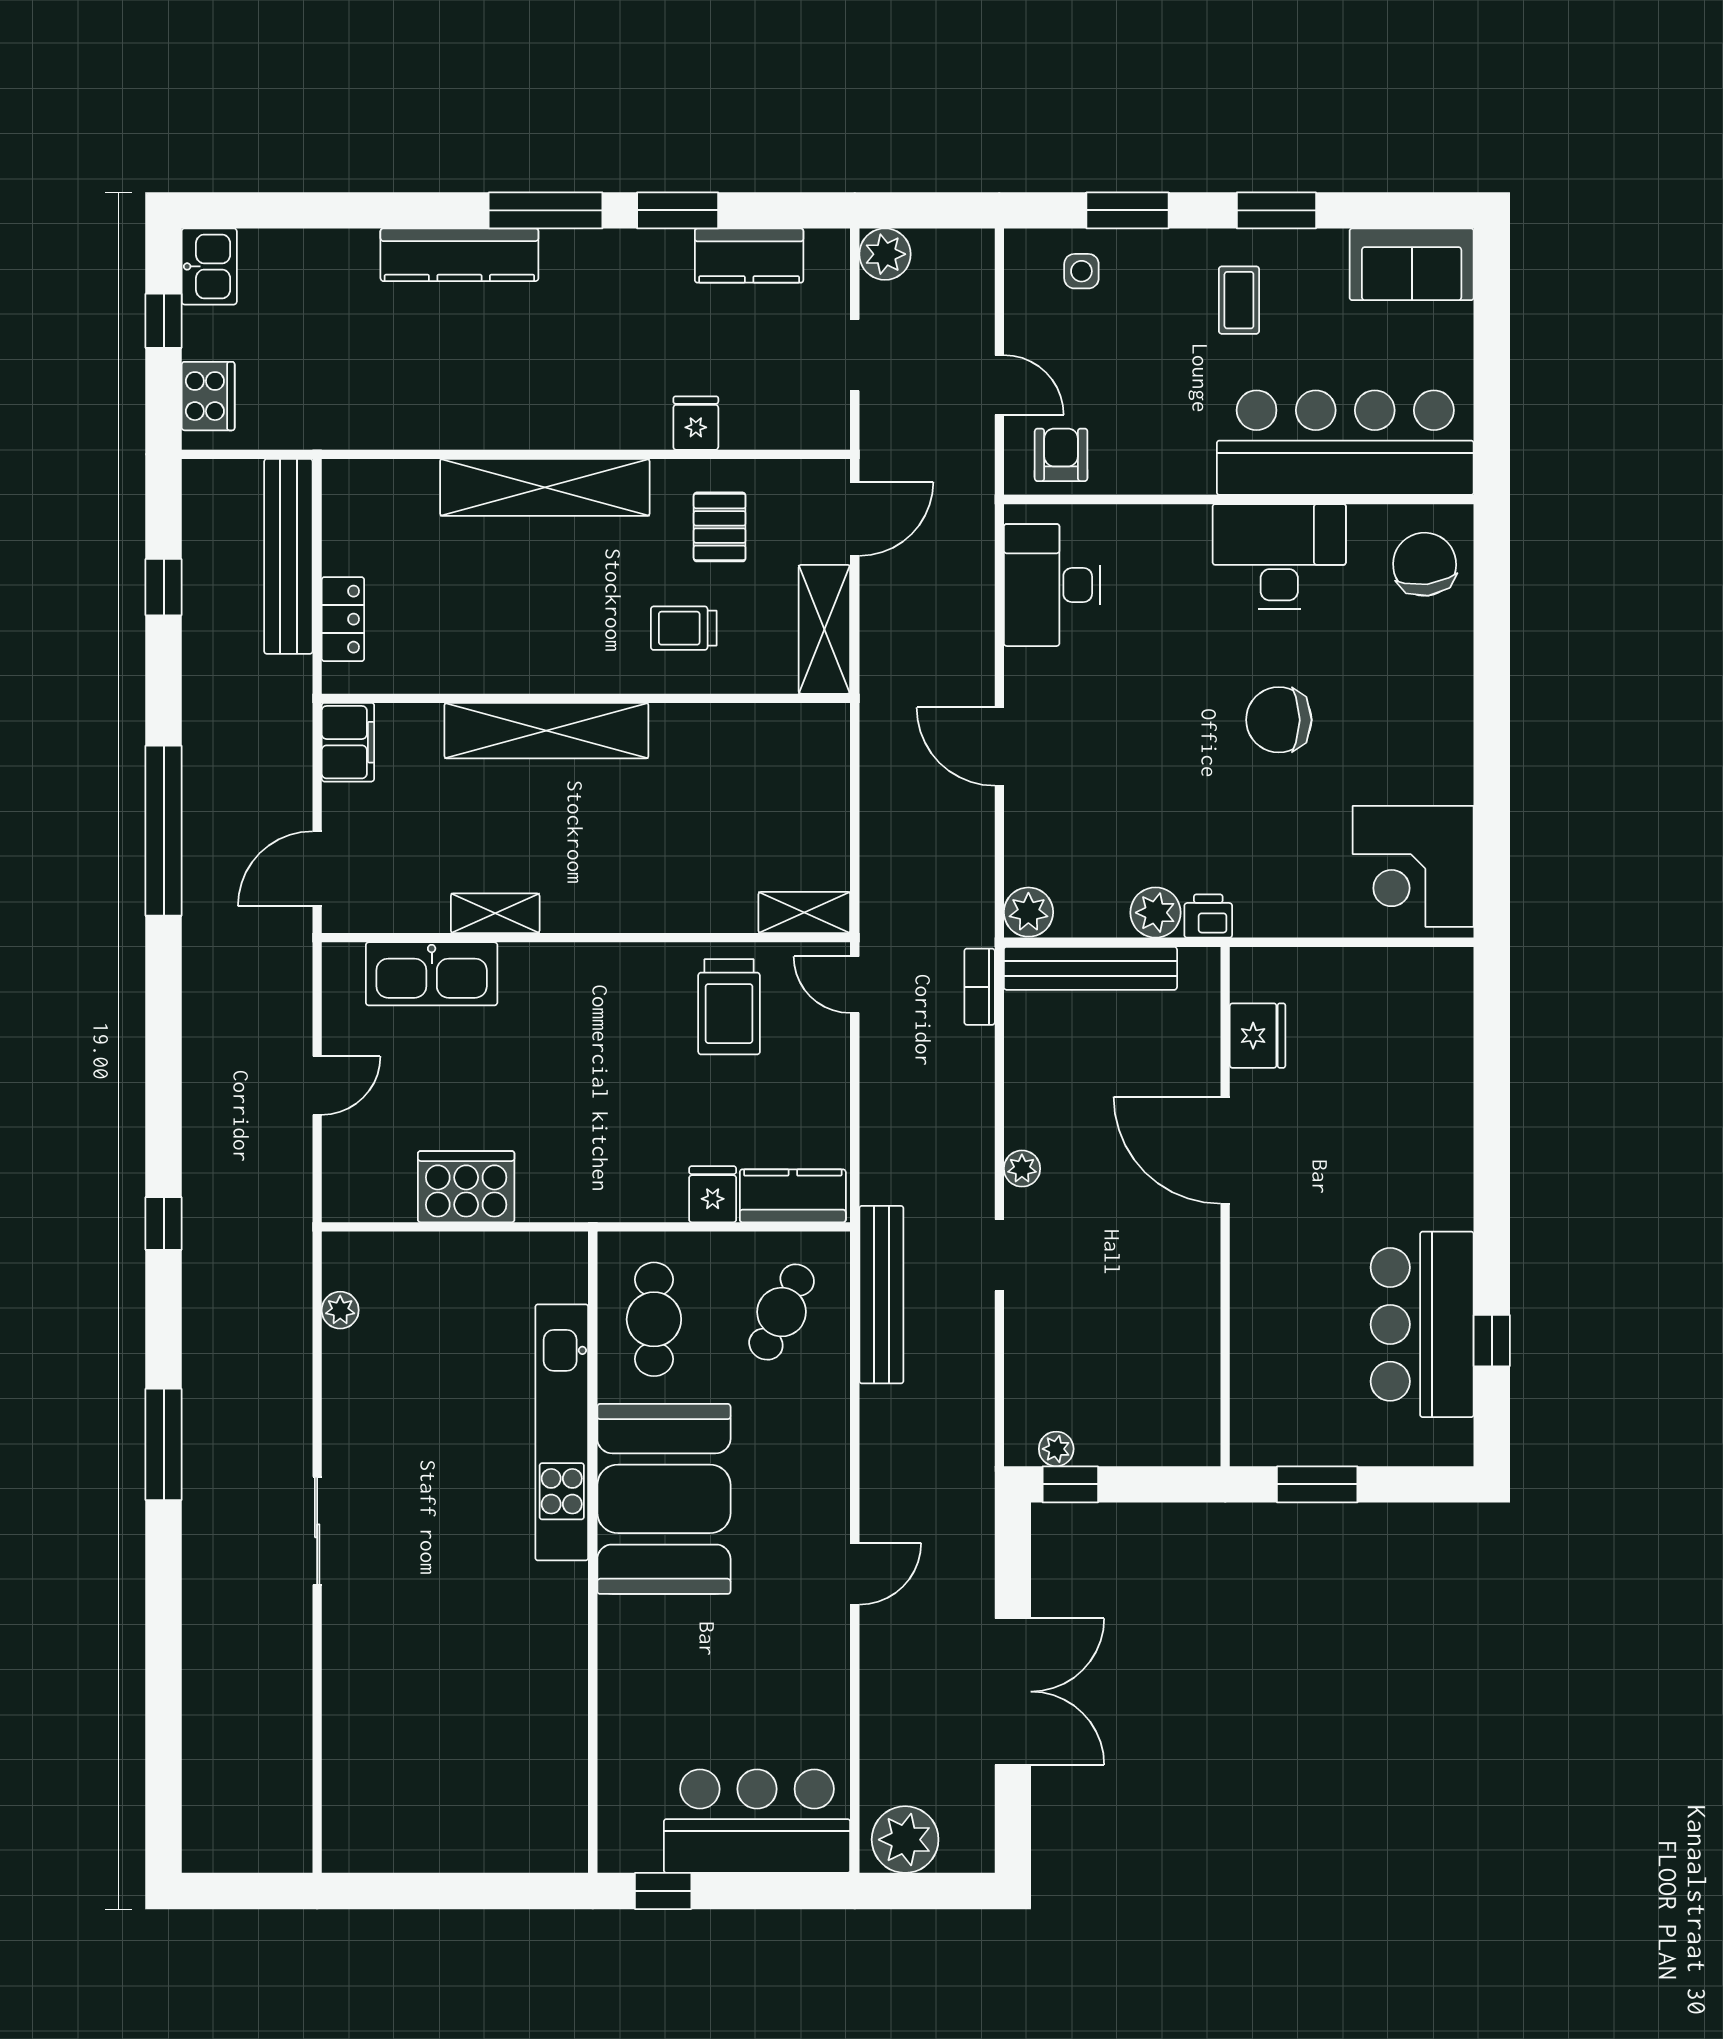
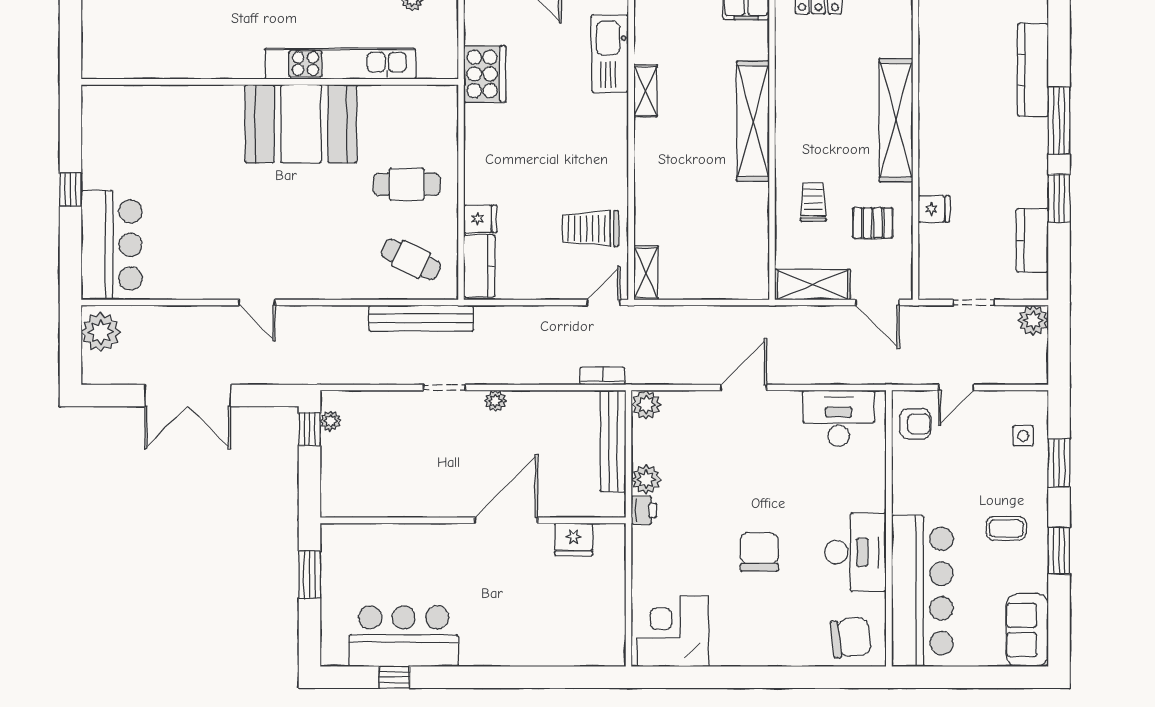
kitchen unit: (562, 1432) -> (340, 64), moved
booth: (664, 1499) -> (301, 124), moved
wall: (593, 1552) -> (270, 82), moved

